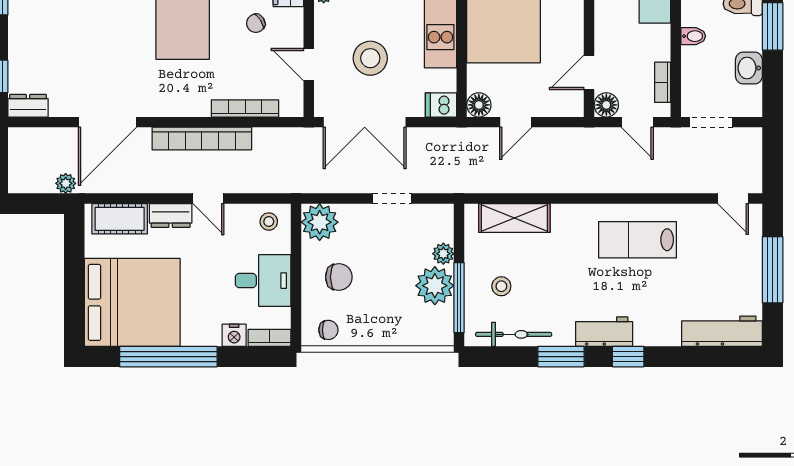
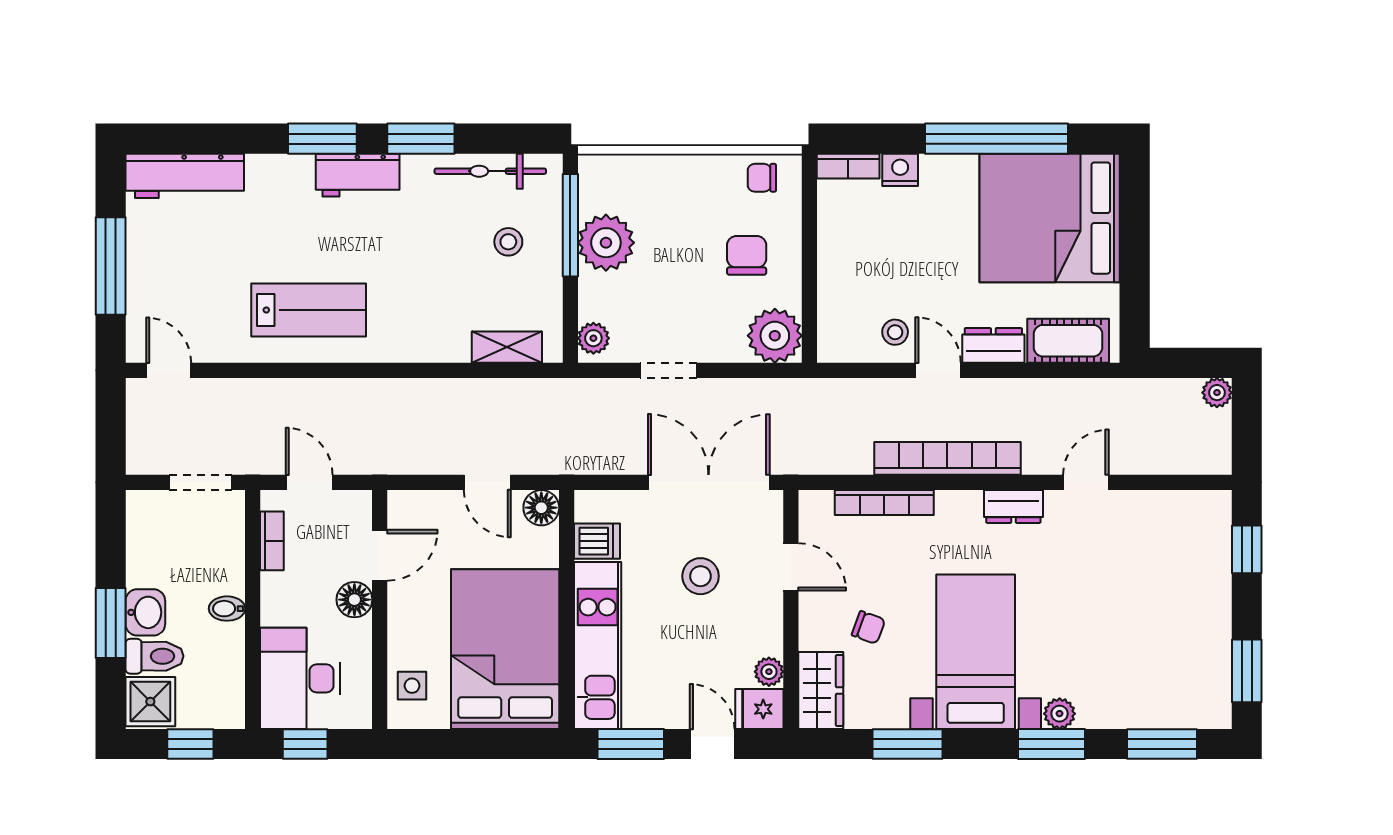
chair: (256, 23) -> (868, 627), turned 52
stool: (370, 58) -> (701, 576), width x0.73, depth x0.73
washbasin: (749, 68) -> (145, 612), moved
dishwasher: (441, 105) -> (597, 541), moved
floor lamp: (606, 105) -> (354, 600), moved
dresser: (28, 106) -> (1013, 506), moved
door: (107, 122) -> (1086, 482), width x0.53
door: (516, 122) -> (487, 482), swing flipped
plant: (66, 183) -> (1217, 393), moved
shelving: (514, 218) -> (507, 347), width x0.67, depth x0.75
stool: (269, 222) -> (895, 332), moved
plant: (443, 254) -> (593, 338), moved
chair: (339, 277) -> (747, 255), turned 90
desk: (263, 281) -> (858, 250), removed
window: (628, 357) -> (322, 139), width x1.50

